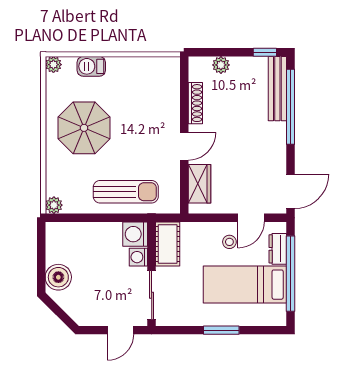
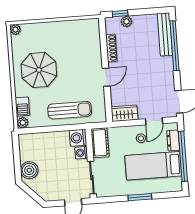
window: (265, 52) -> (120, 14), moved
barbecue: (91, 66) -> (22, 107), moved, turned -90
wardrobe: (200, 184) -> (124, 113), moved, turned -90

